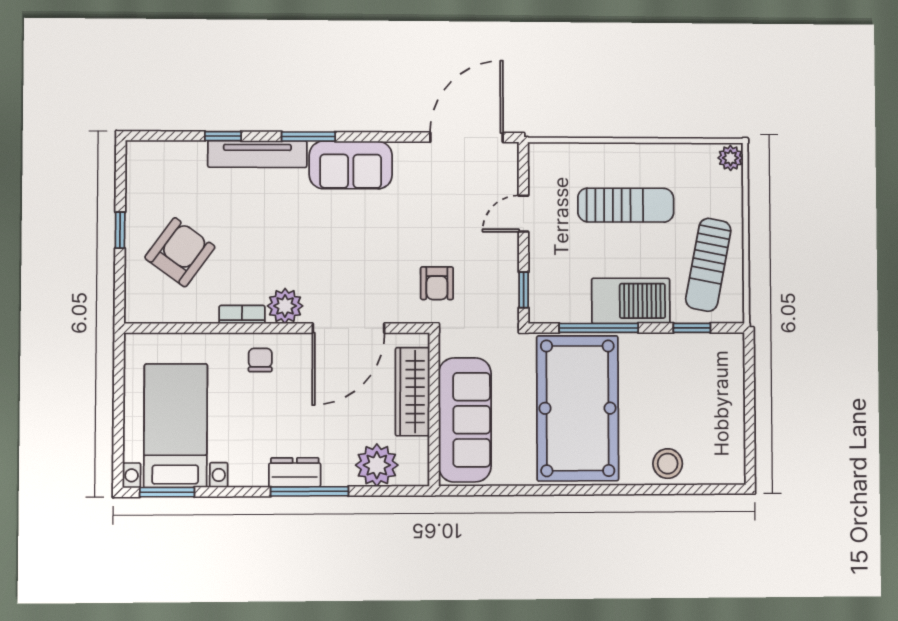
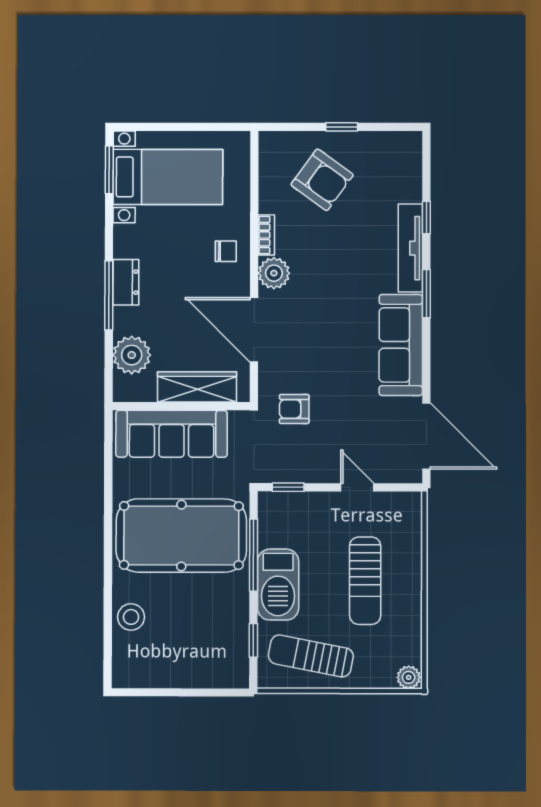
sofa: (351, 165) -> (401, 345), width x1.36

